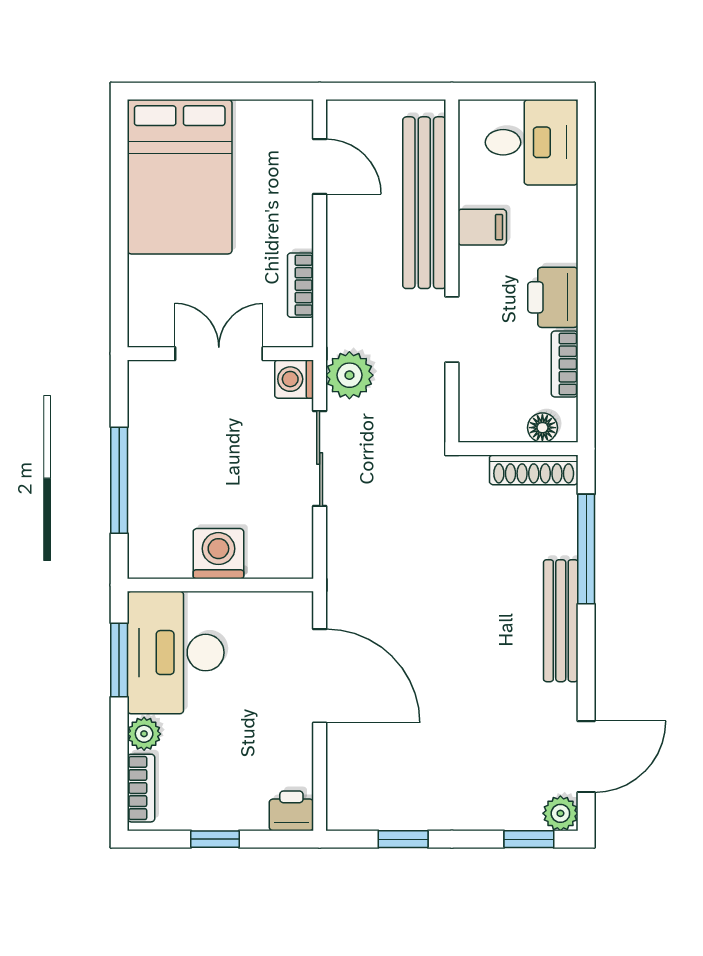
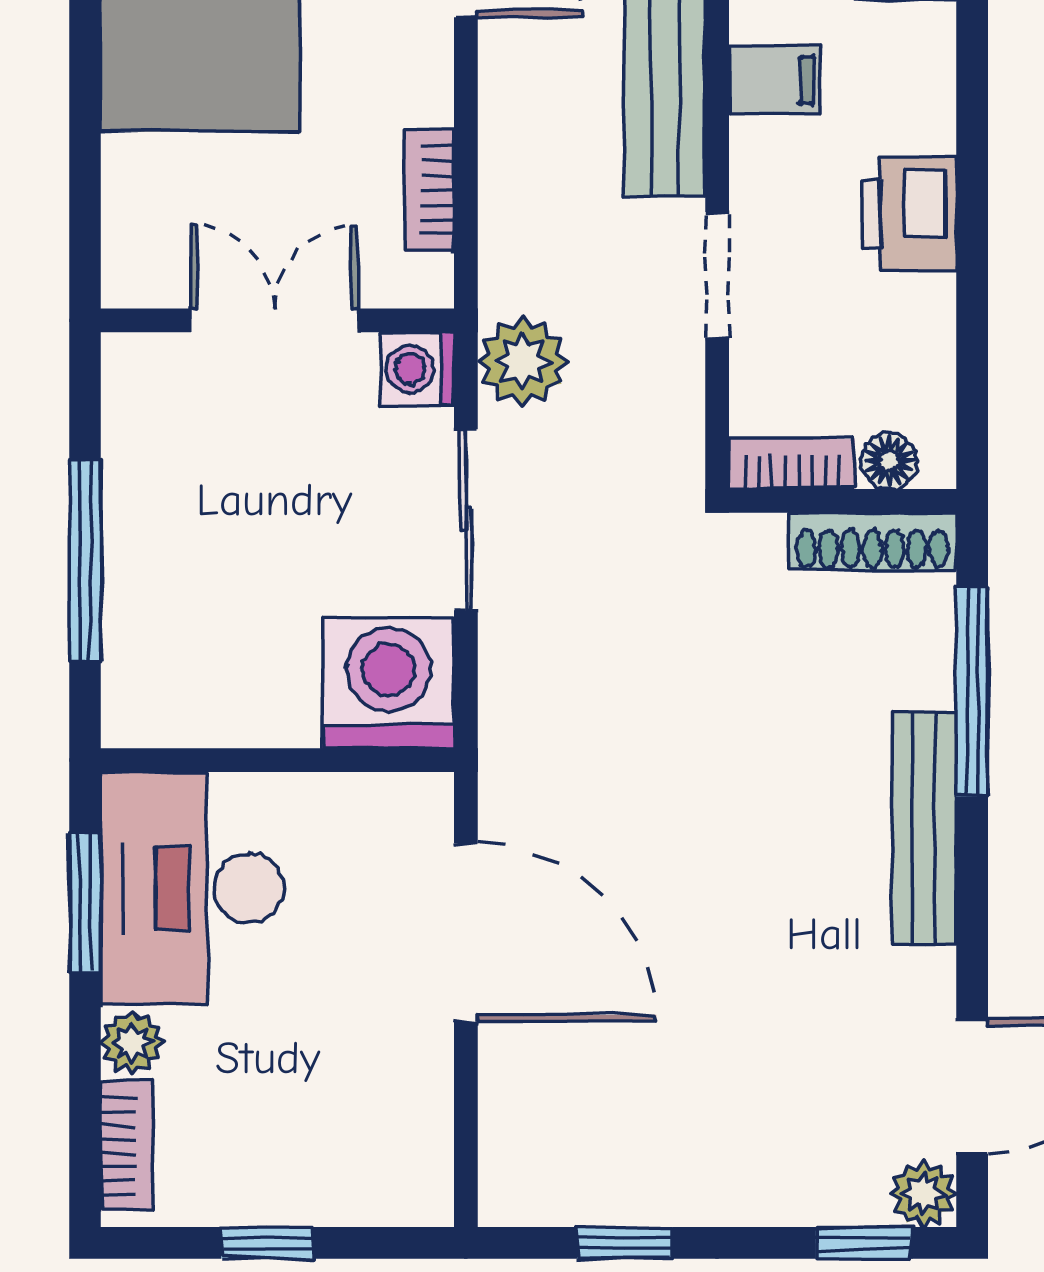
bookcase: (565, 364) -> (792, 464), moved, turned 90
washing machine: (218, 554) -> (388, 683), moved, width x1.37, depth x1.37
printer: (291, 811) -> (412, 1189), removed

